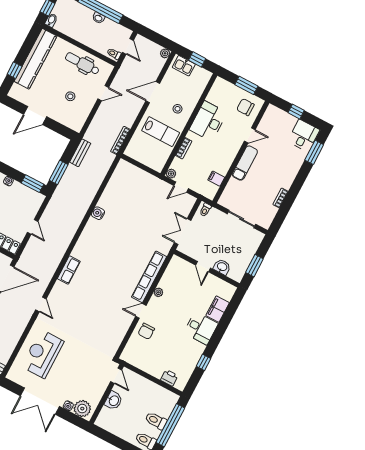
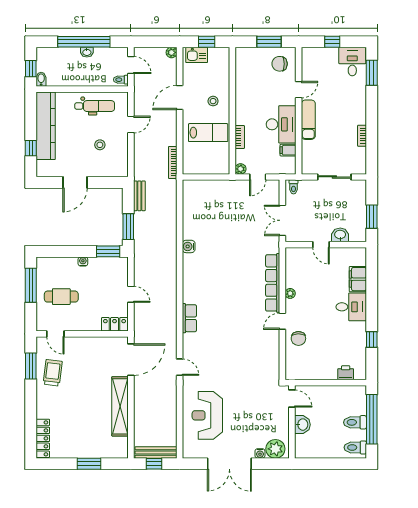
dental chair: (82, 64) -> (95, 106), turned 180
desk: (208, 121) -> (281, 124), moved, turned 180

